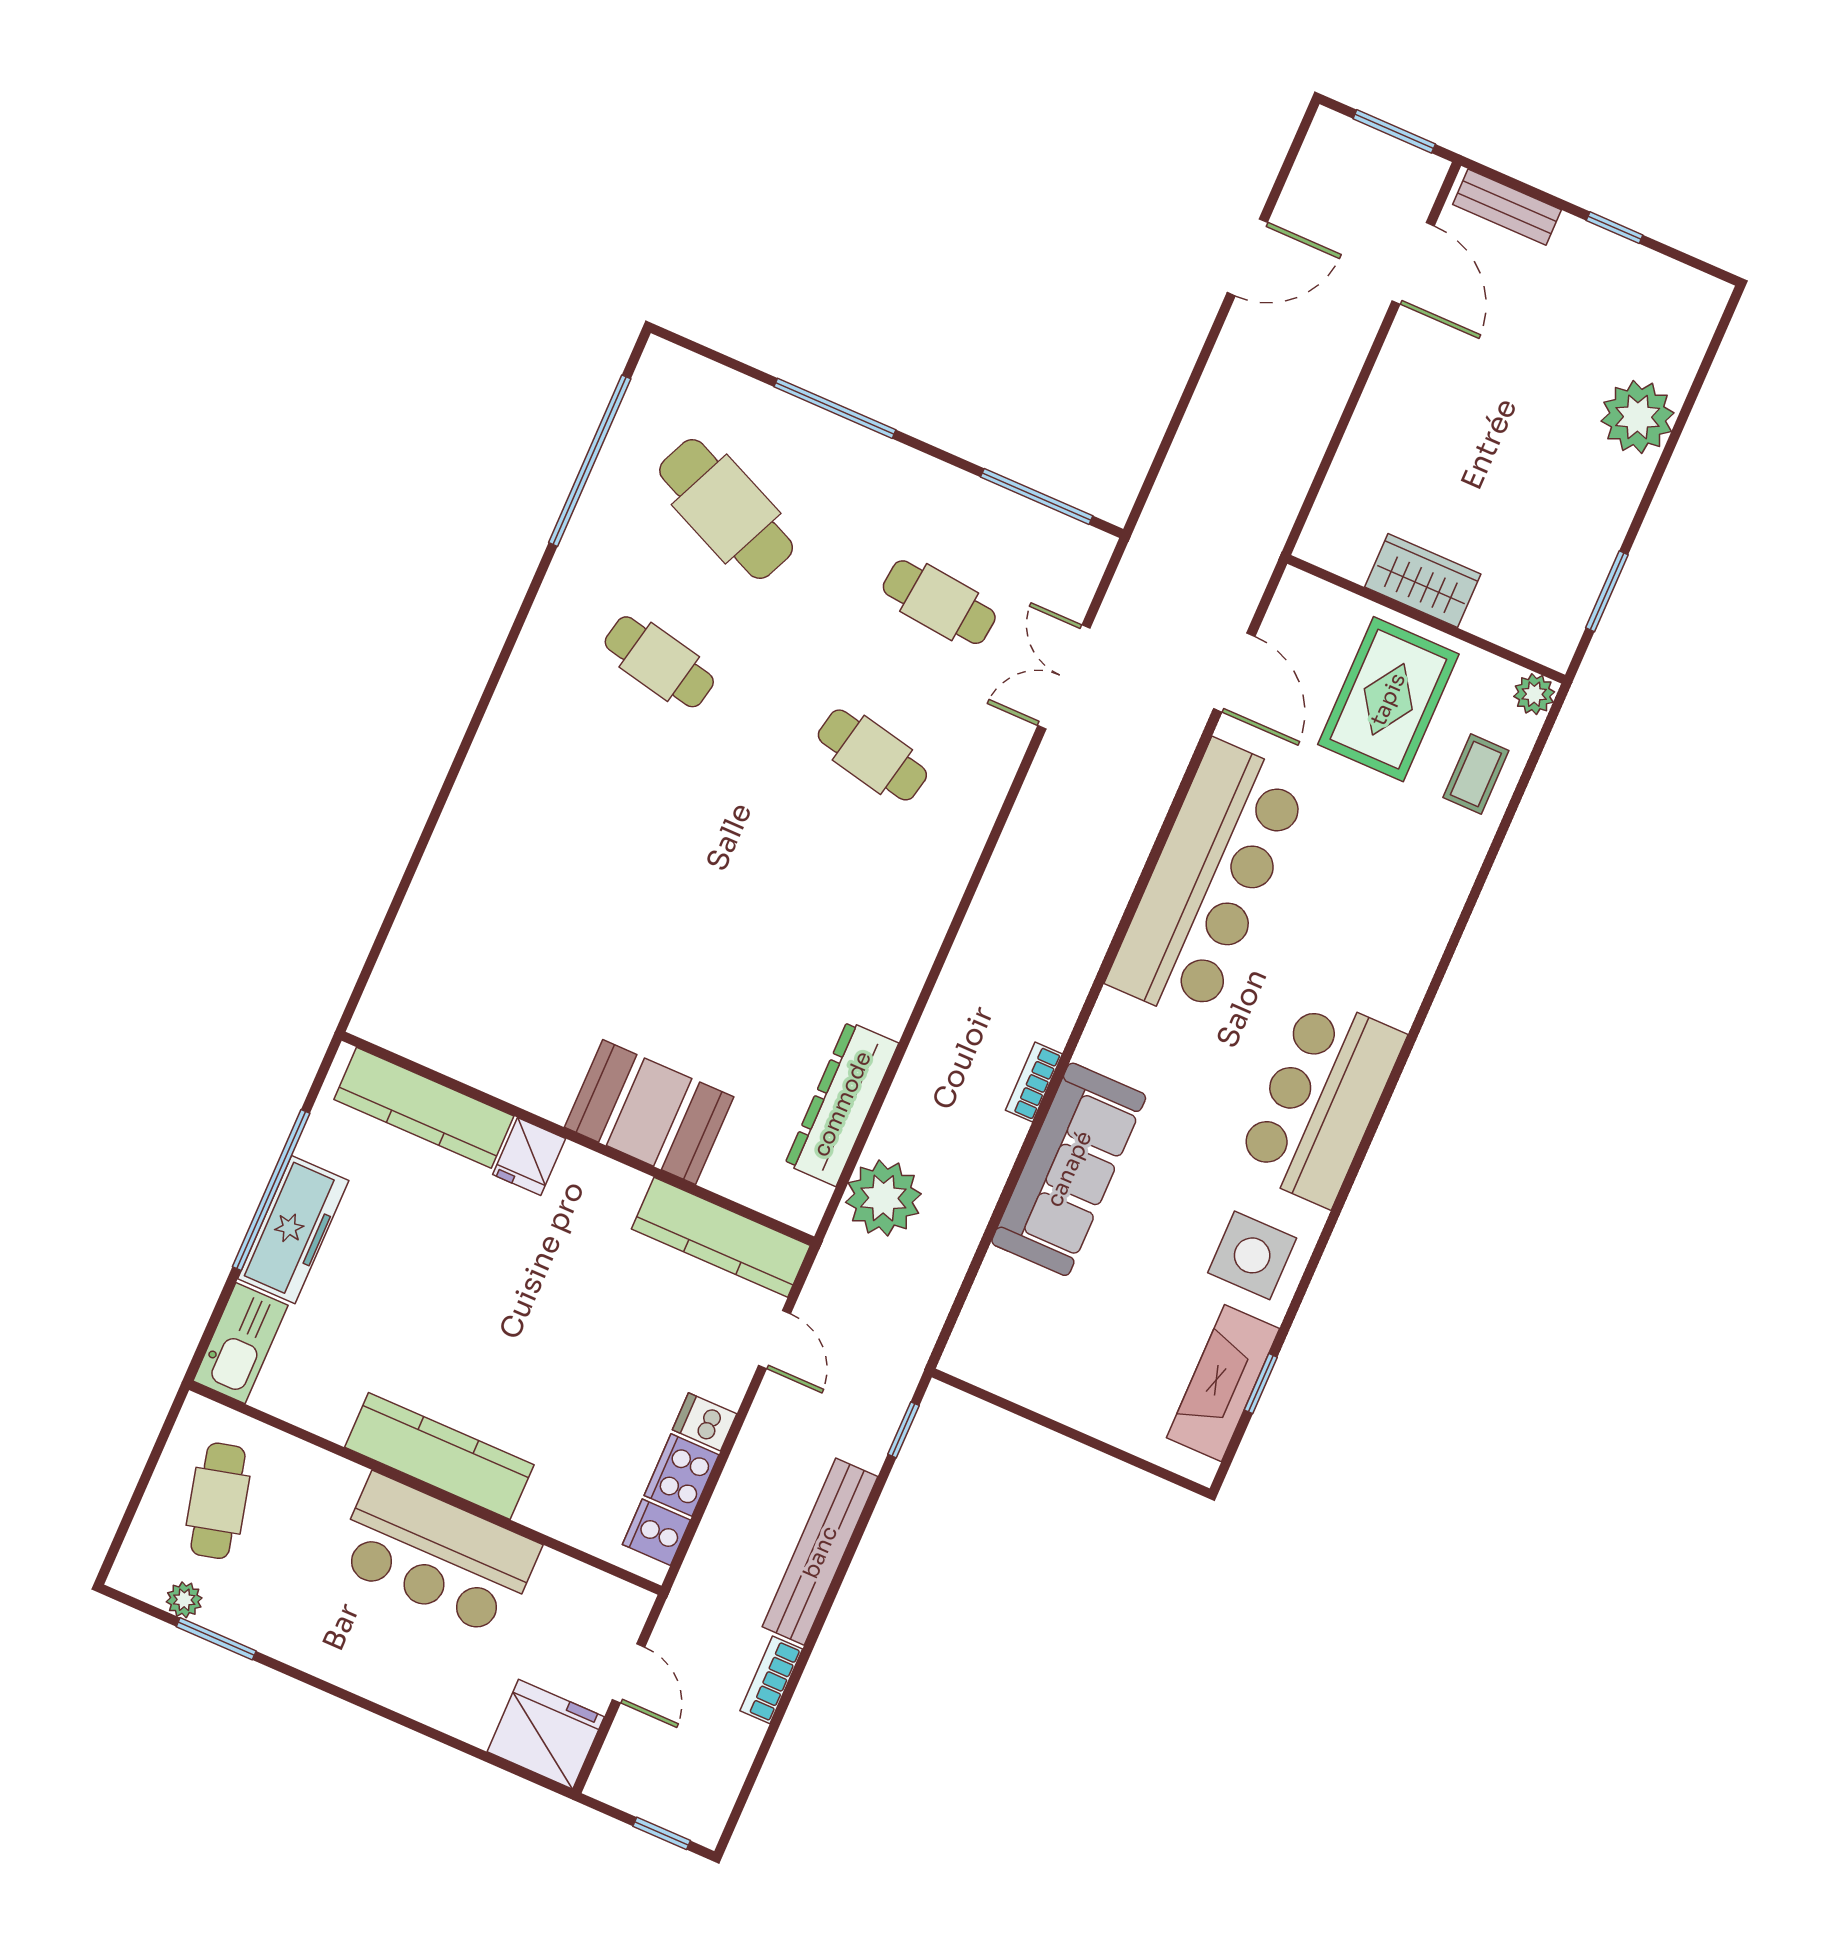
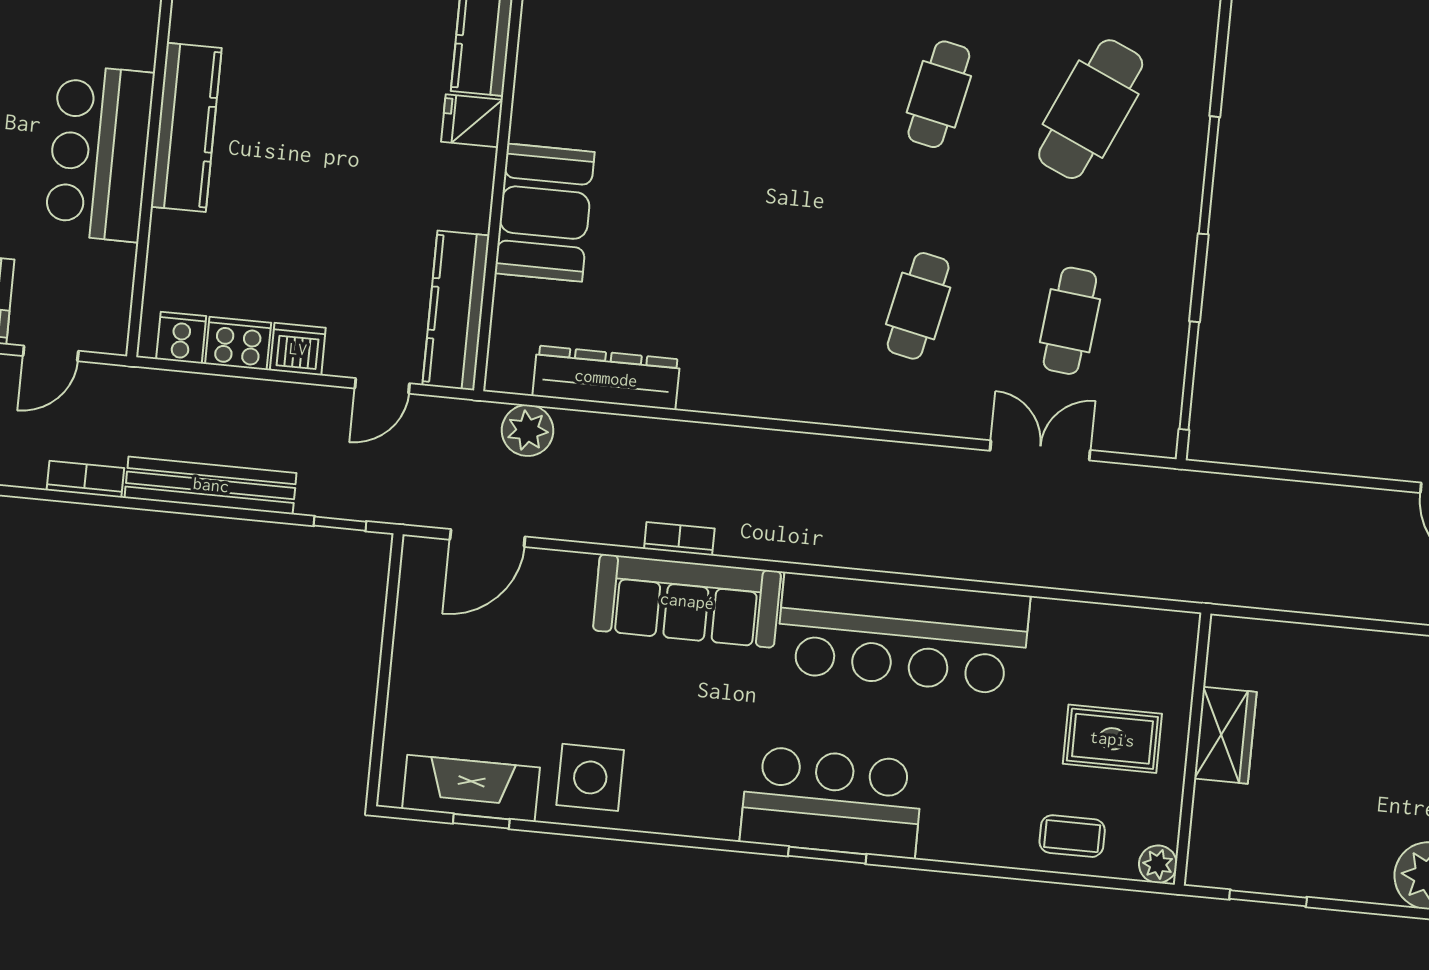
door: (1234, 673) -> (487, 538), moved
rug: (1388, 699) -> (1112, 739), width x0.73, depth x0.70
window: (1413, 1035) -> (827, 855), added
bar counter: (1321, 1101) -> (832, 802), moved
sofa: (1069, 1169) -> (687, 601), moved
plant: (883, 1198) -> (528, 430), width x0.73, depth x0.73
dishwasher: (705, 1422) -> (298, 349), width x1.38

